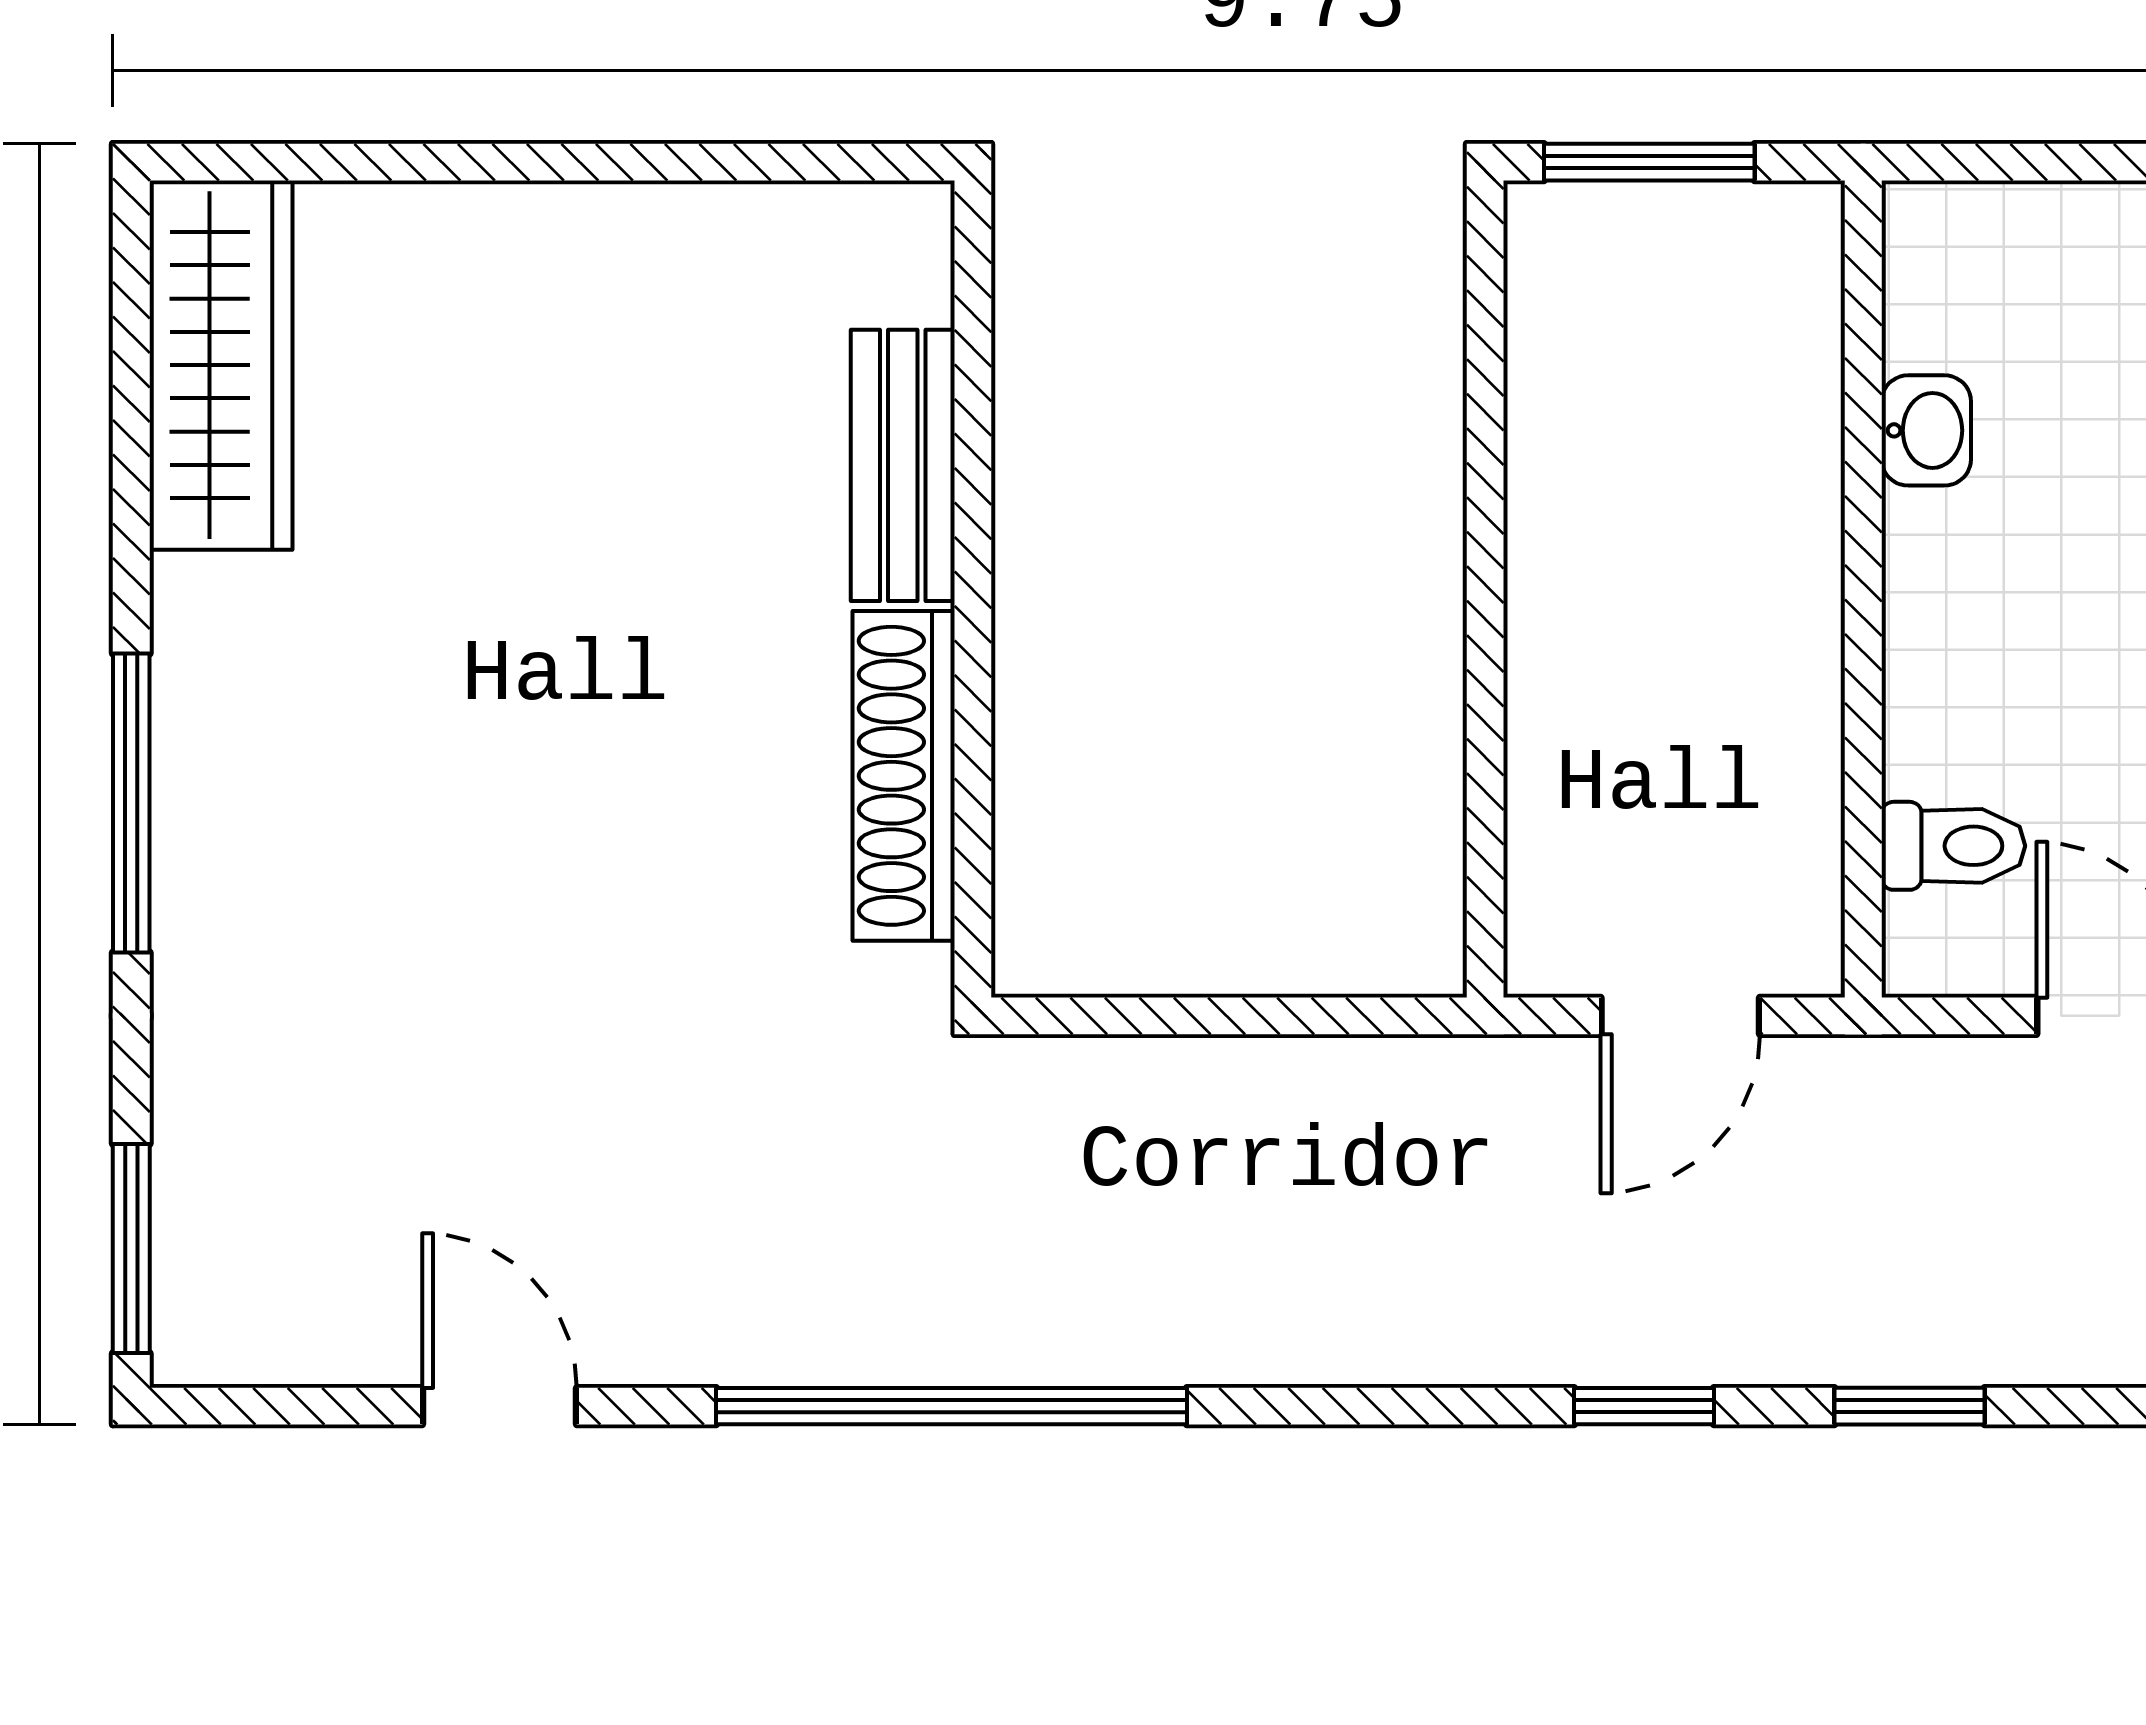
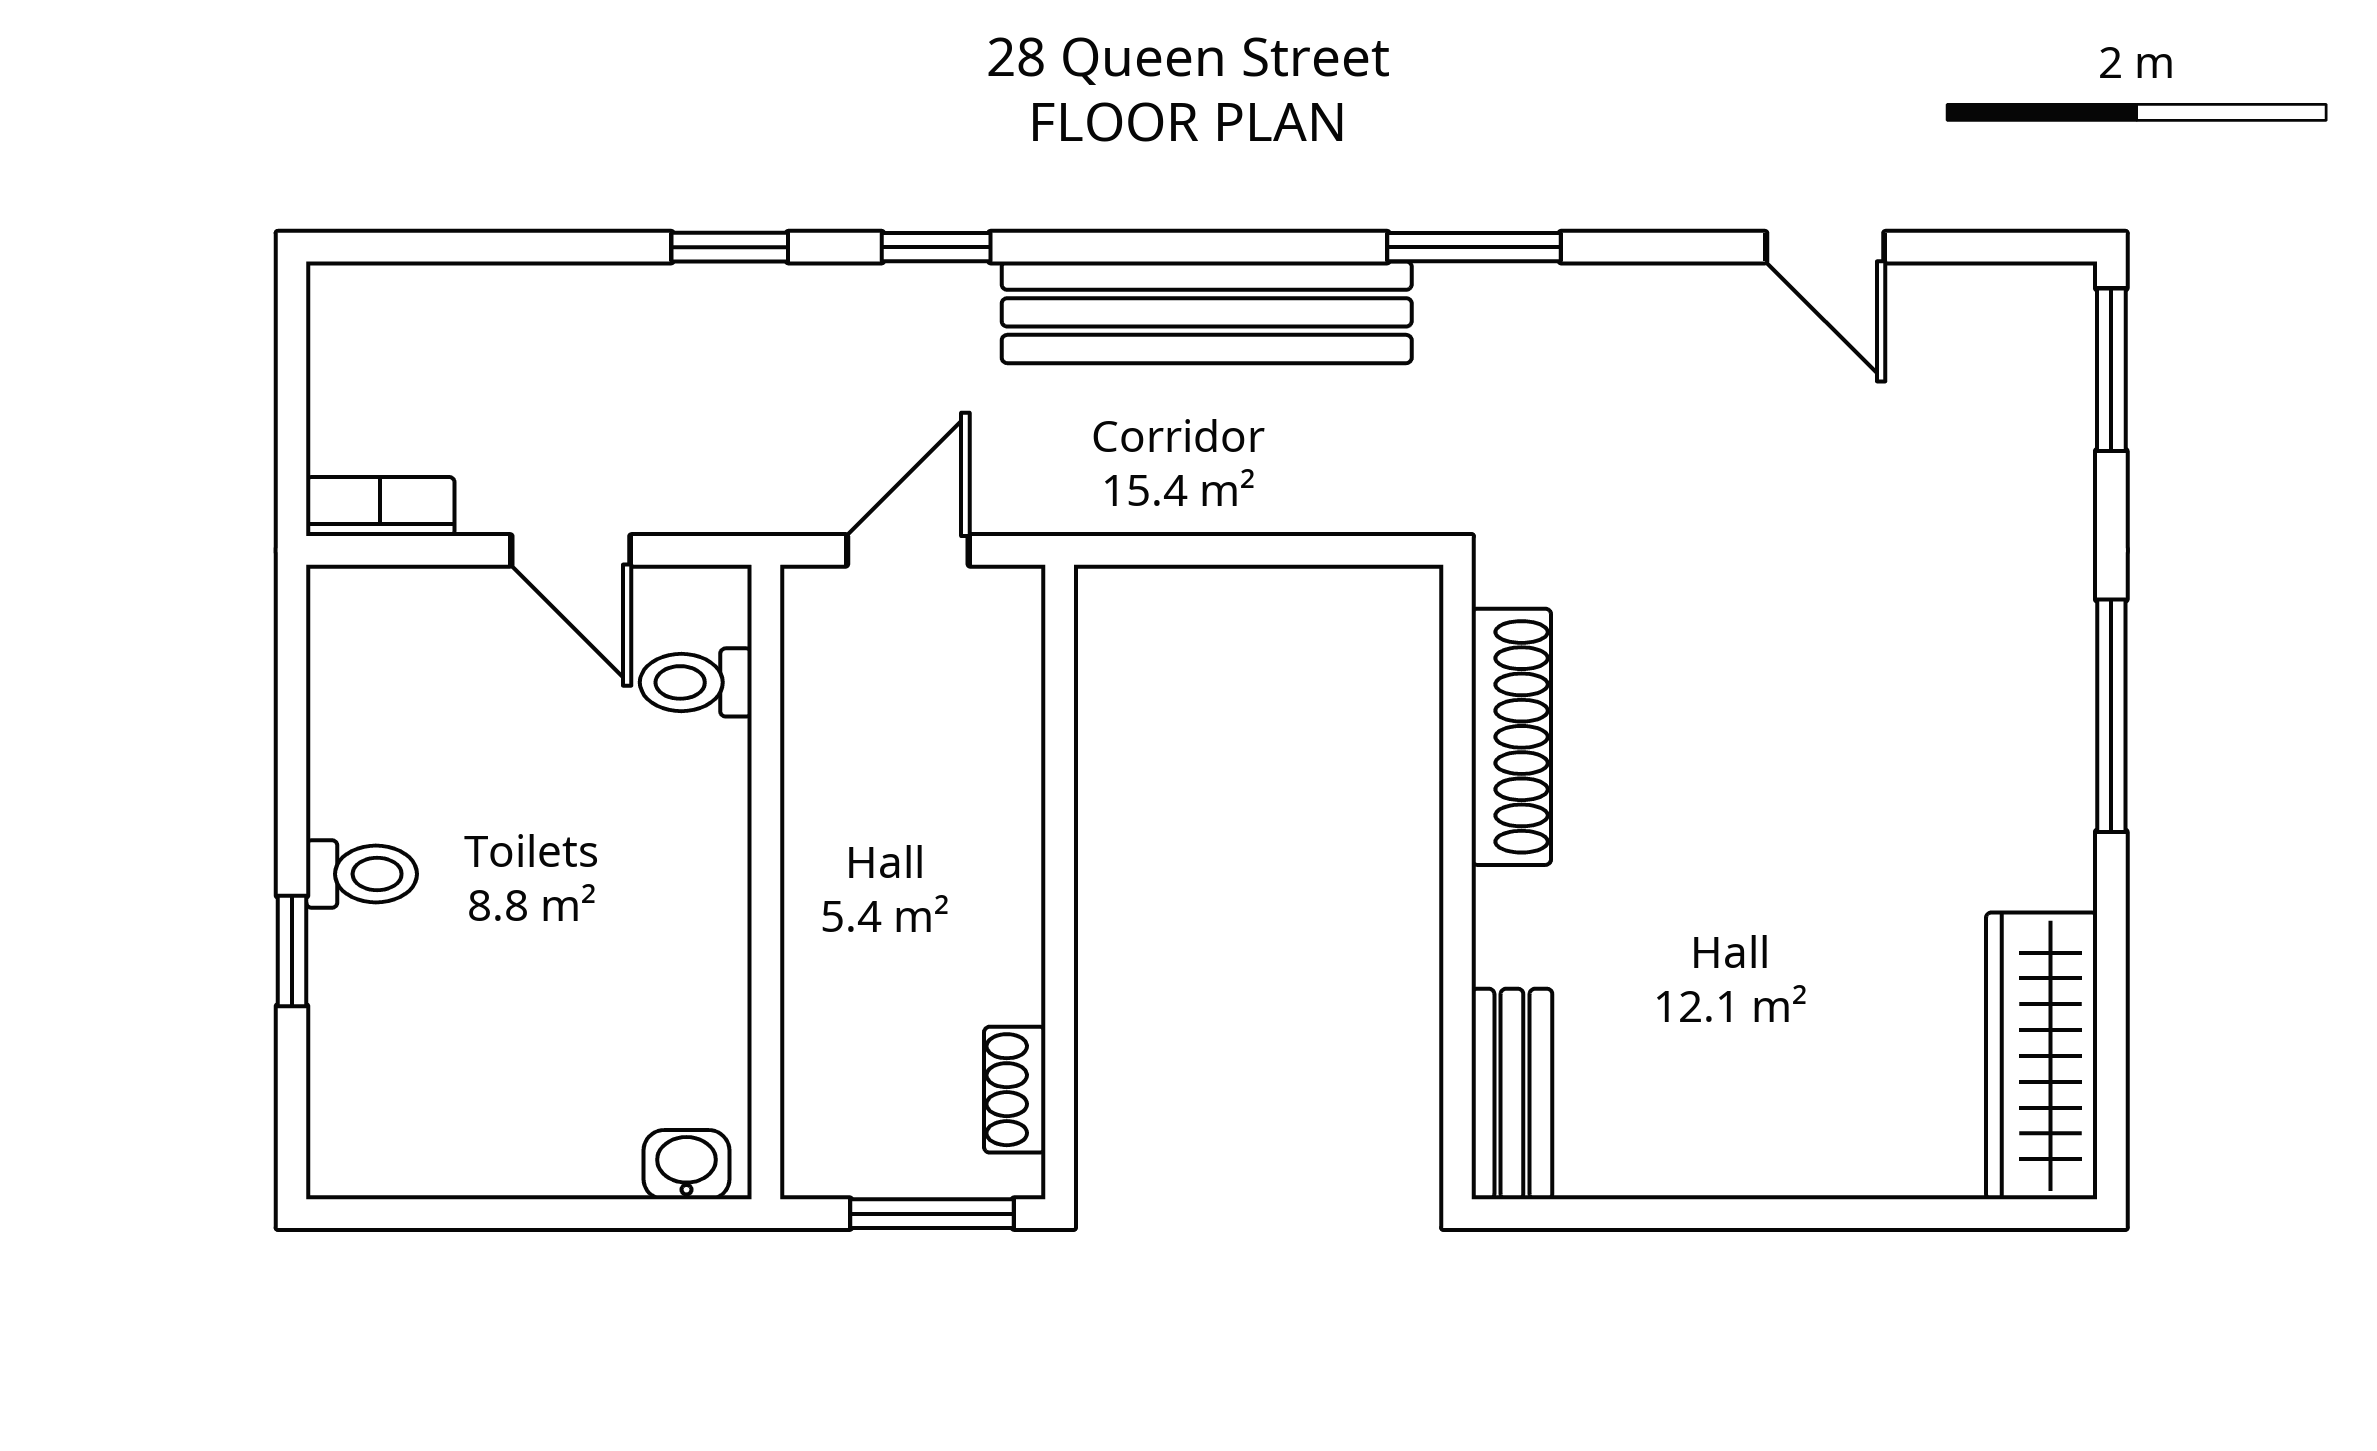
shoe rack: (1543, 322) -> (1015, 1090), added
washbasin: (1926, 430) -> (686, 1165), moved, turned 90
bench: (903, 465) -> (1512, 1094), moved
bench: (1296, 1322) -> (1207, 312), added
window: (952, 1406) -> (1474, 247), width x0.47

